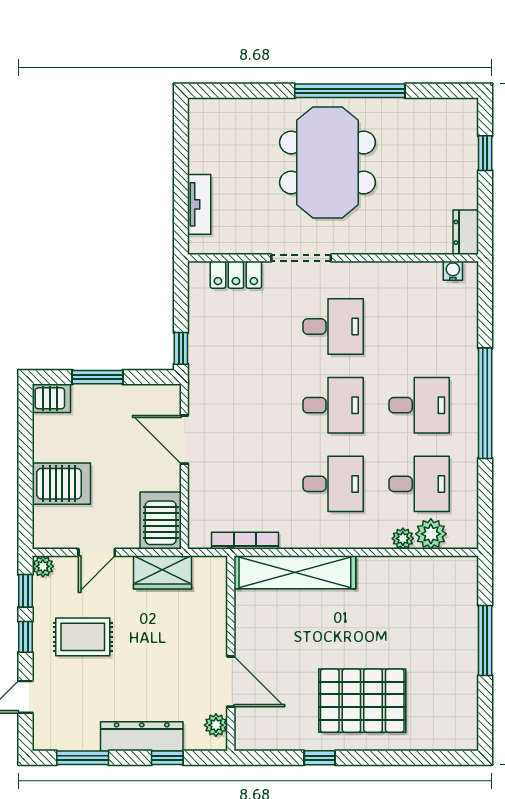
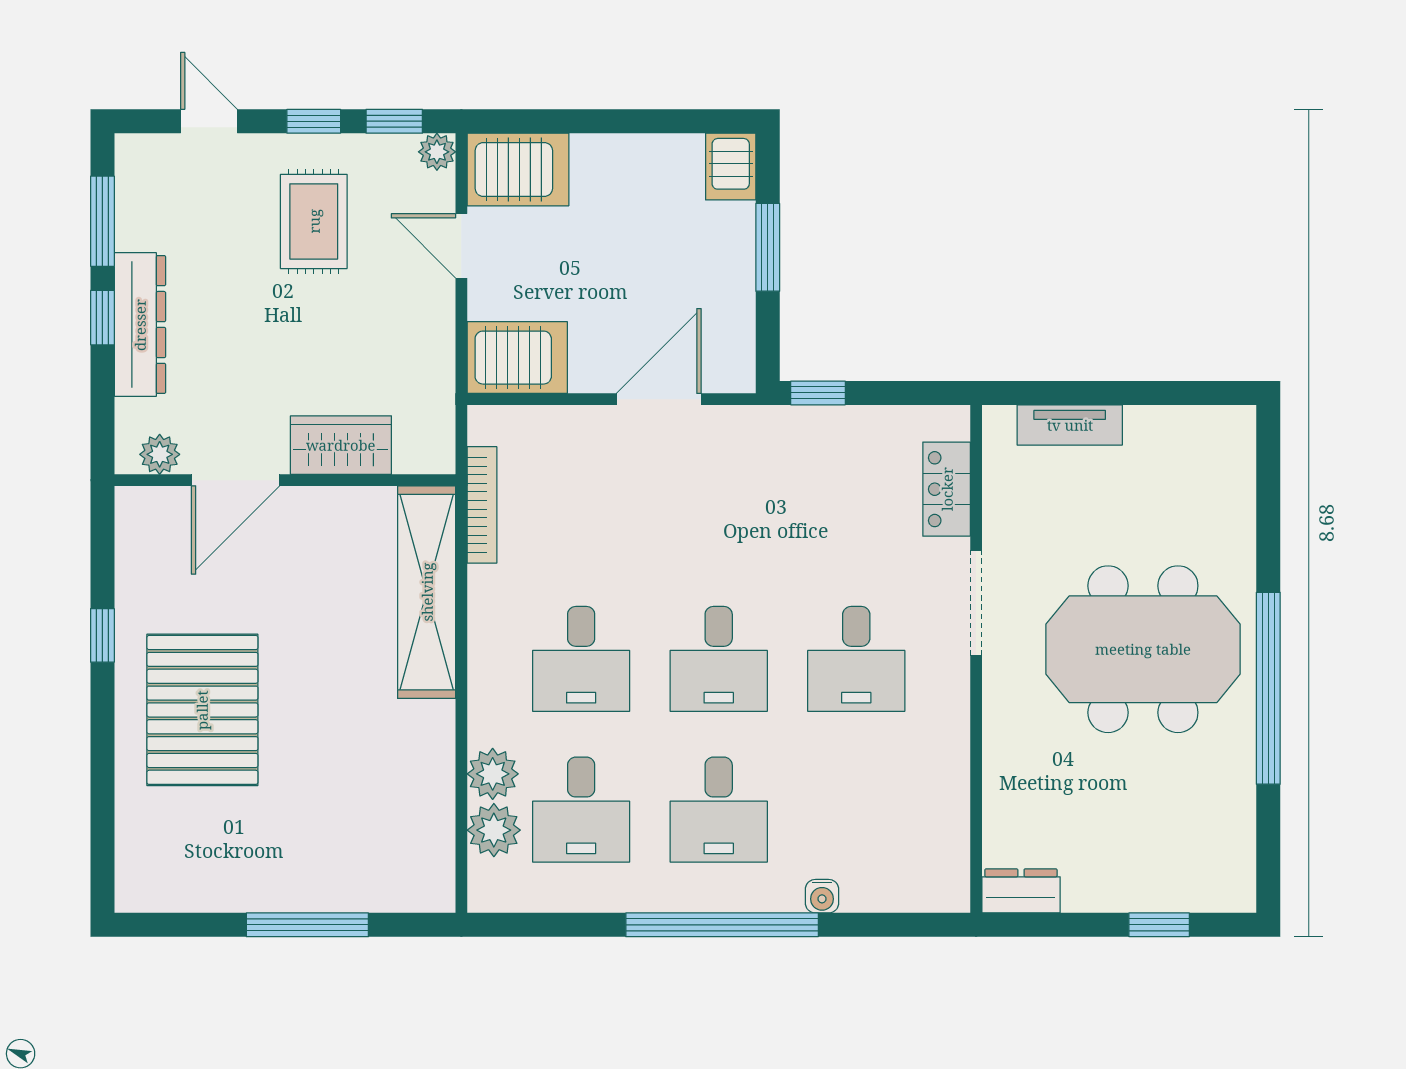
water cooler: (453, 271) -> (822, 896), moved, turned 90
server rack: (61, 484) -> (518, 170), moved, turned -90
plant: (403, 539) -> (493, 774), width x1.38, depth x1.38
wardrobe: (163, 572) -> (341, 445), moved, turned 90
window: (167, 758) -> (102, 318), moved

